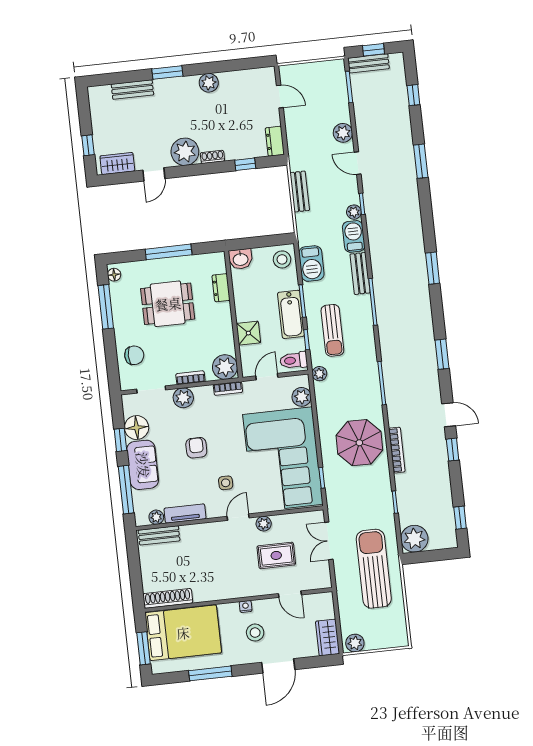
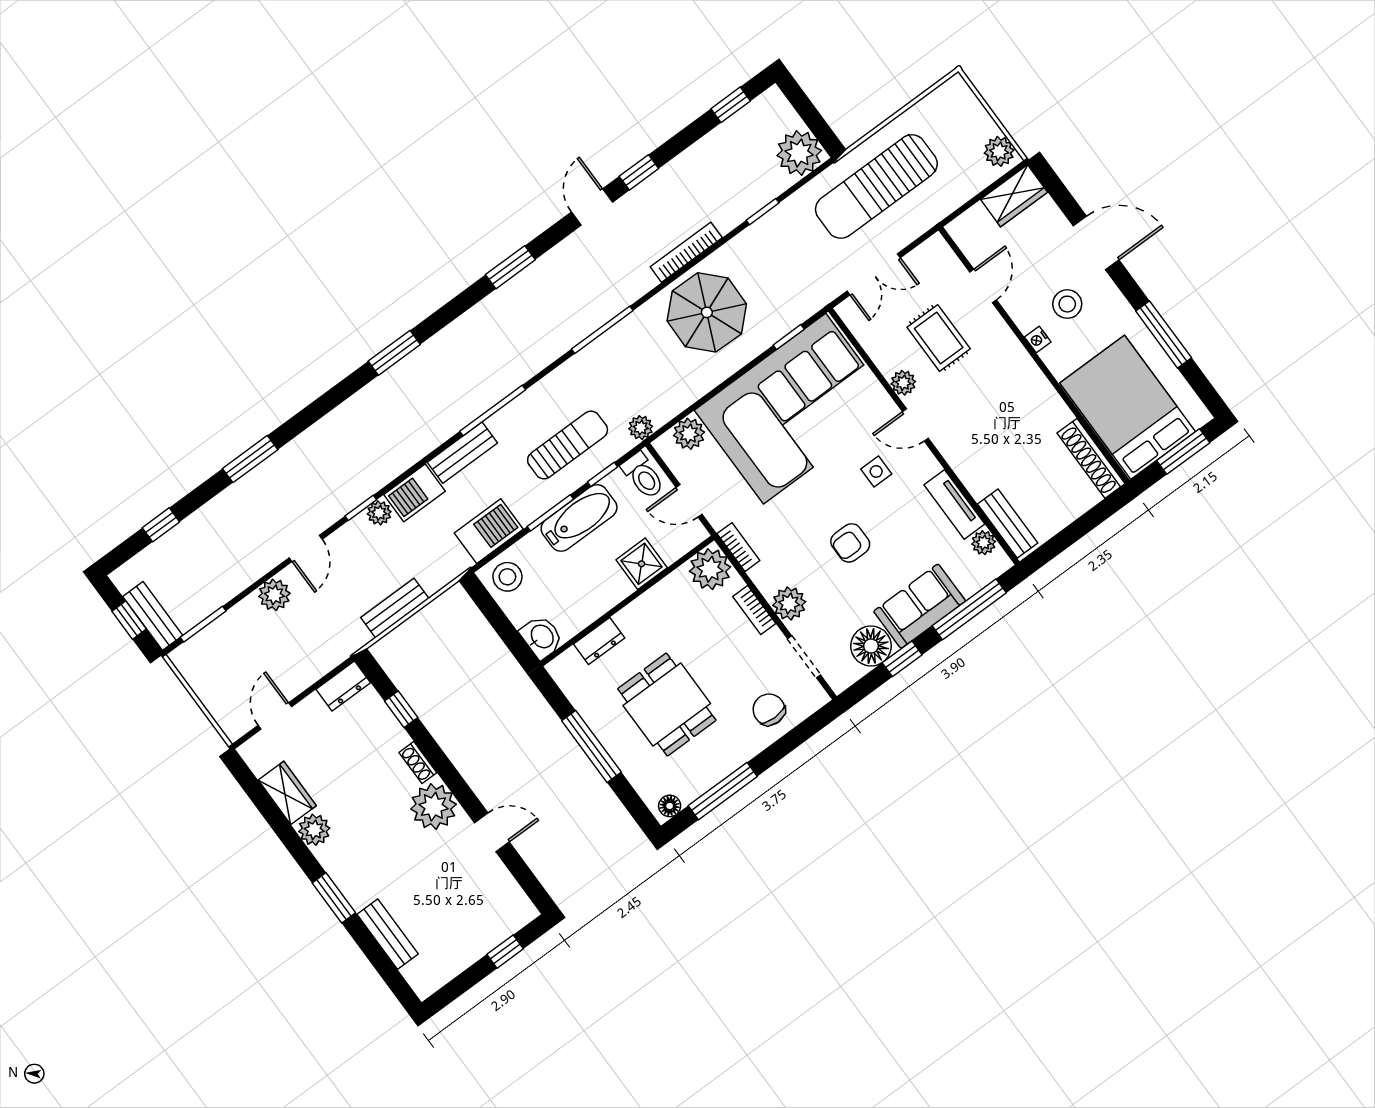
wardrobe: (117, 163) -> (287, 793), moved, turned 180

